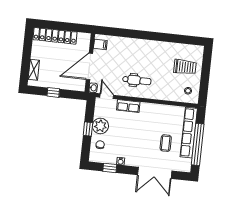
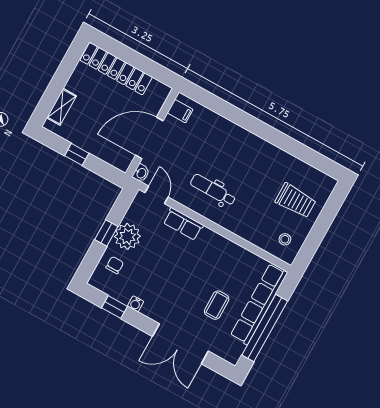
dental chair: (137, 80) -> (213, 190), turned 180

